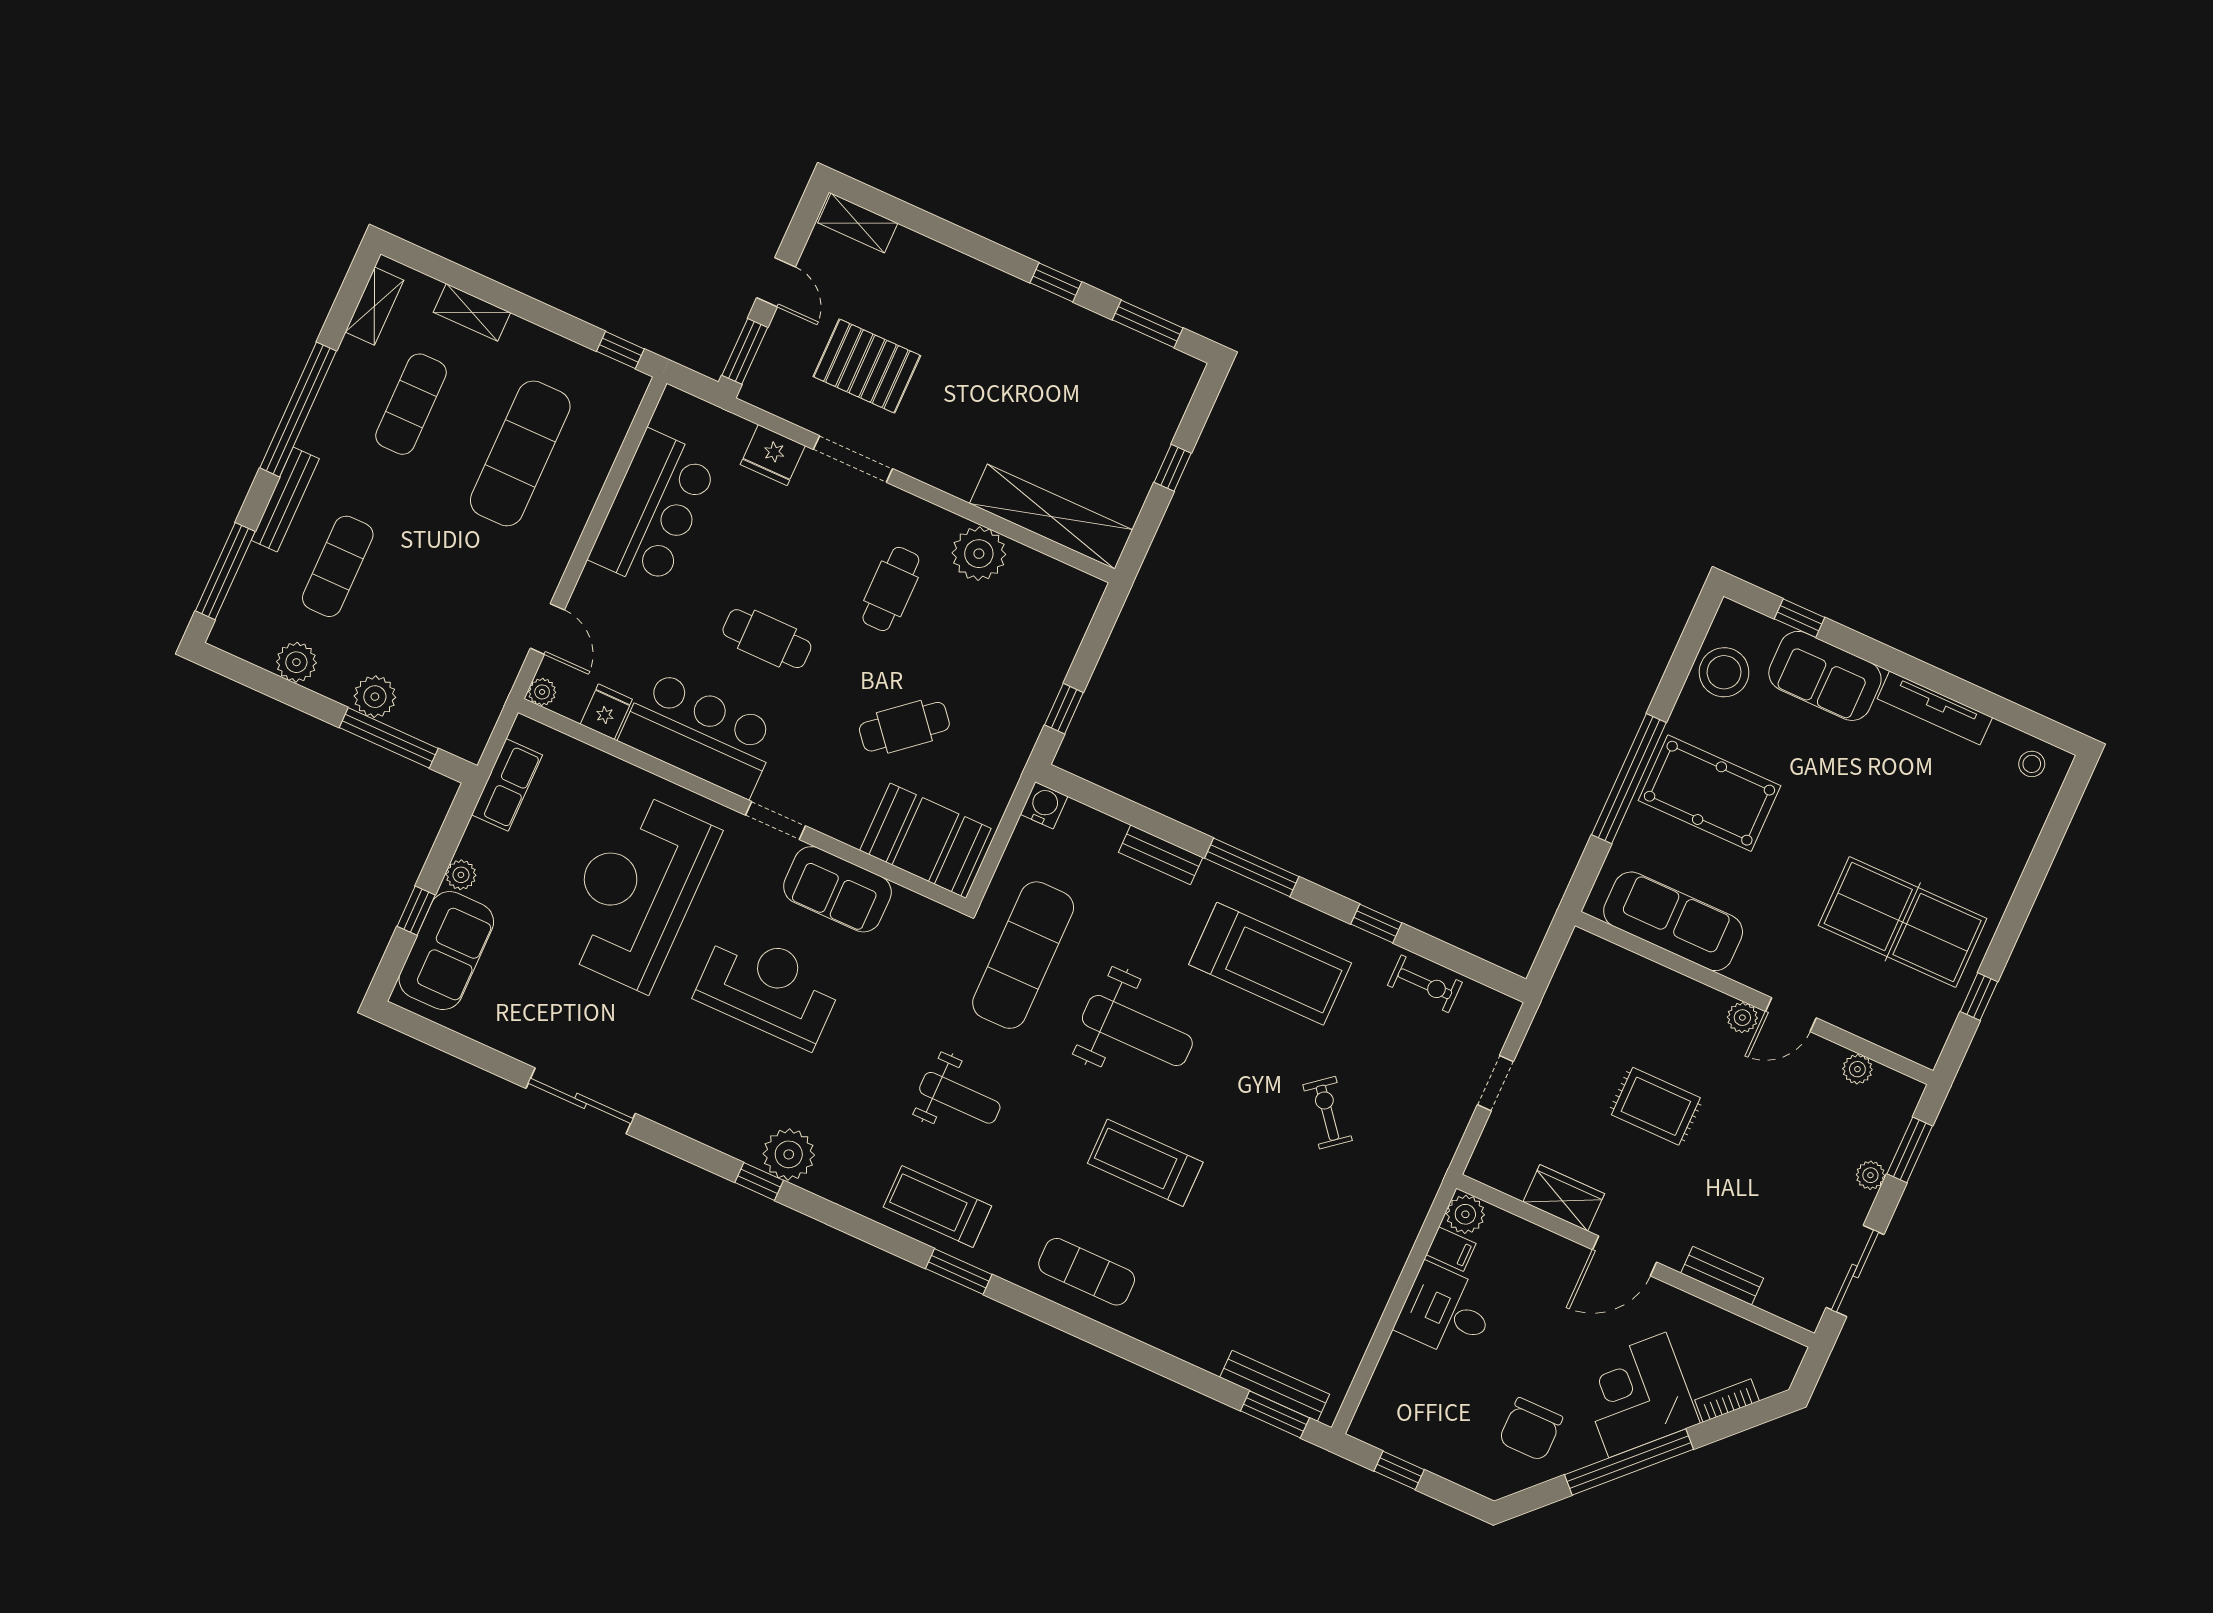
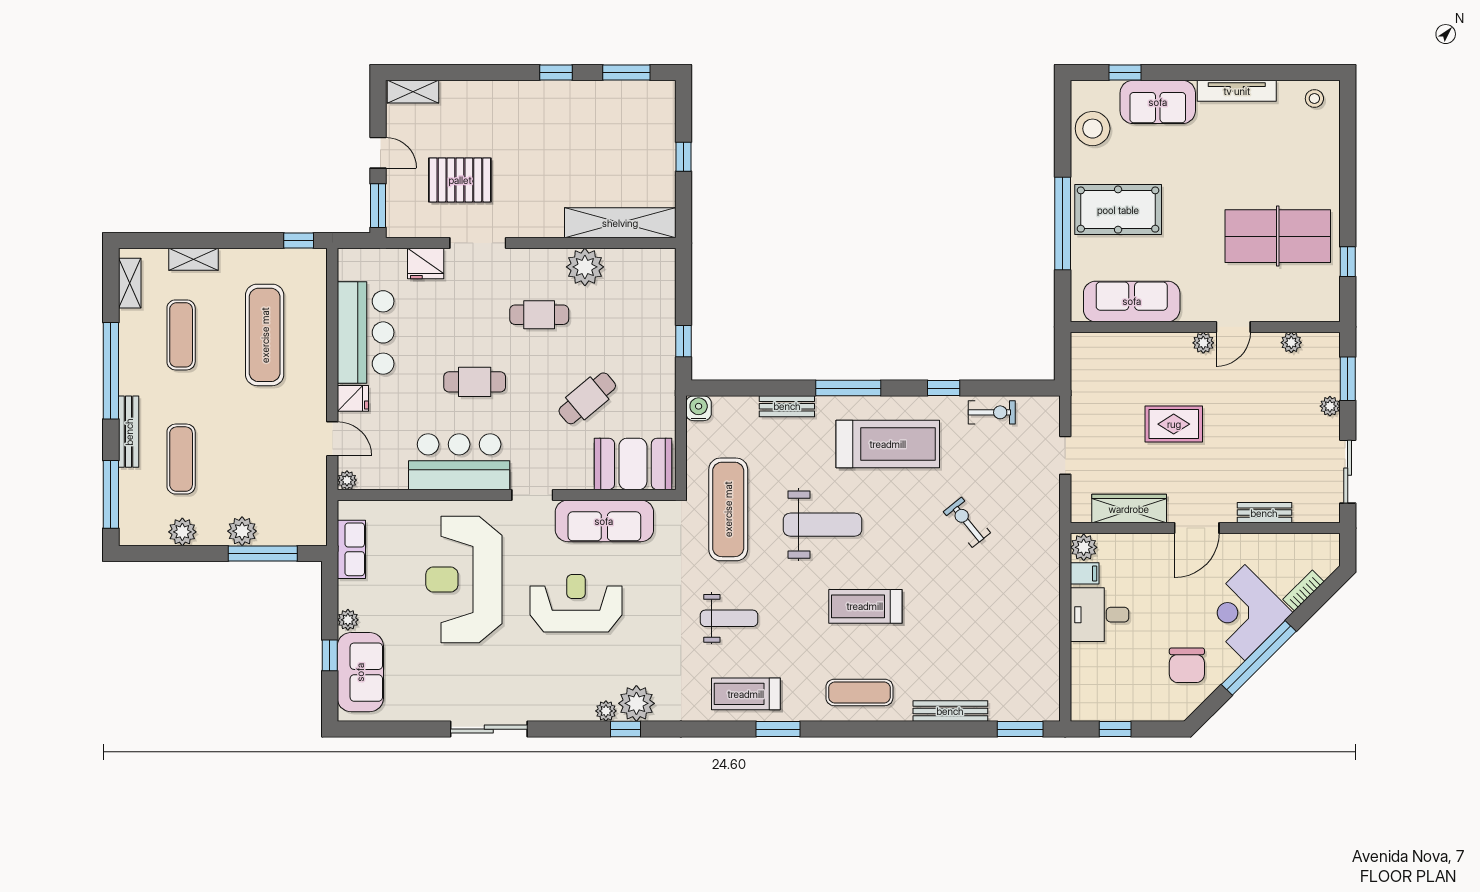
cafe table: (891, 589) -> (539, 315), turned 90
fridge: (606, 712) -> (353, 398), moved, turned 90
sofa: (837, 889) -> (604, 521), width x1.36
plant: (744, 1146) -> (606, 711), added
wardrobe: (1564, 1198) -> (1129, 509), width x1.50
bench: (1275, 1386) -> (950, 711), moved

